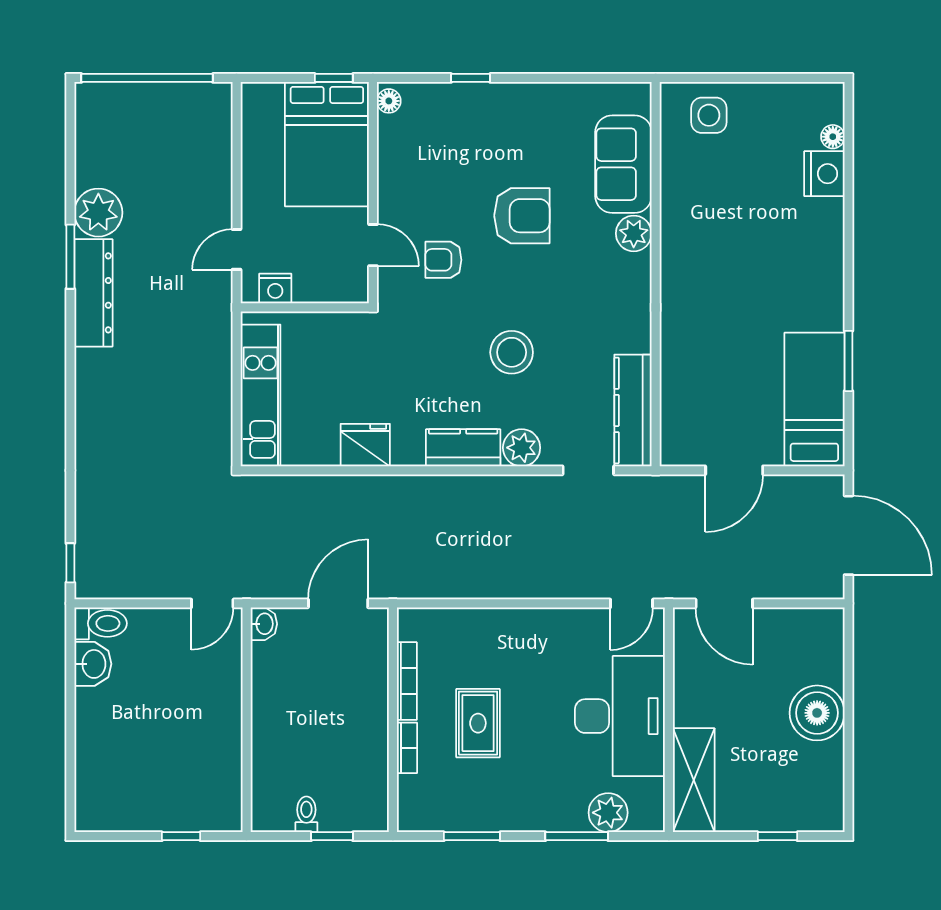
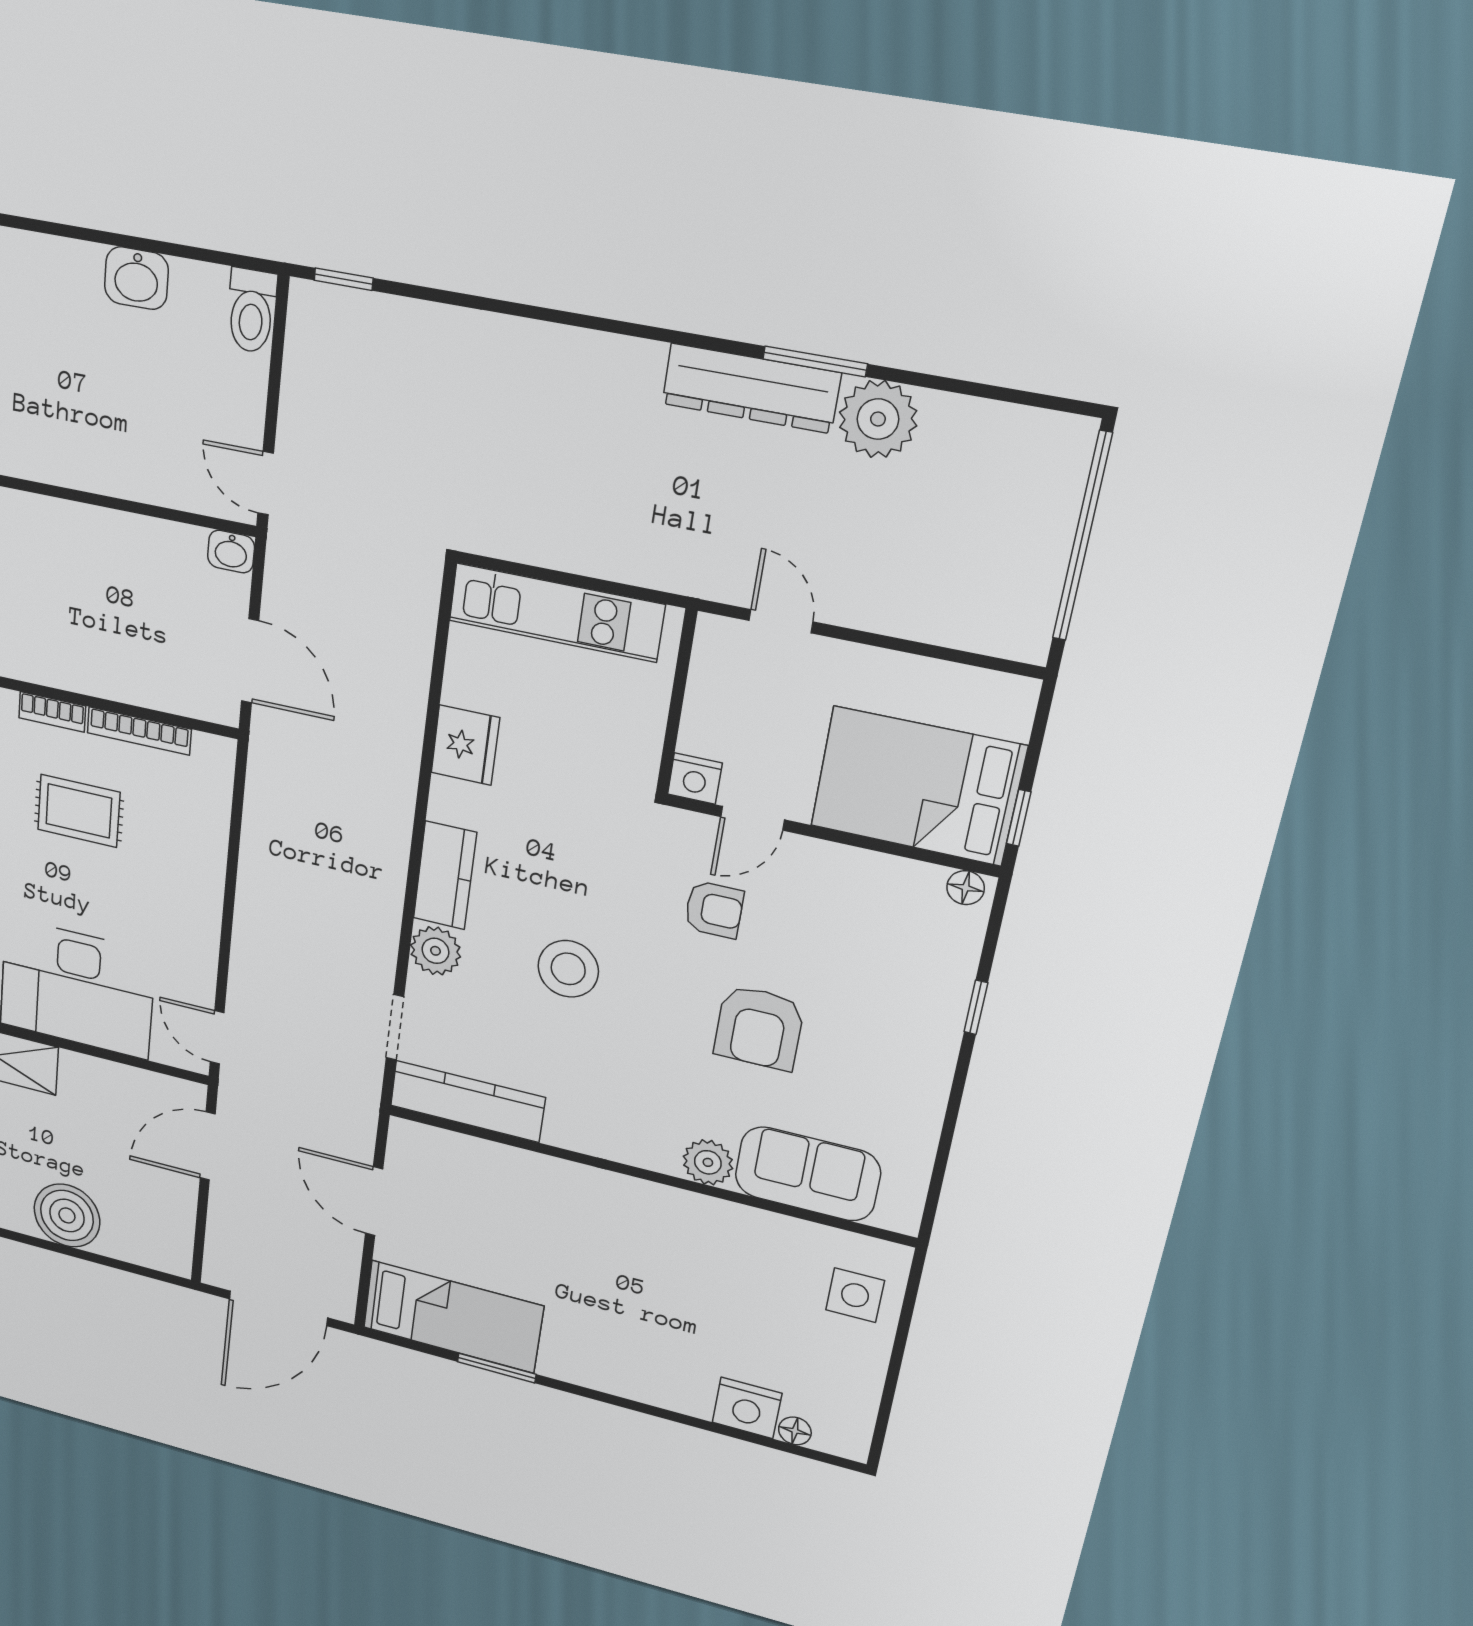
armchair: (443, 260) -> (714, 910), turned 90
nightstand: (275, 289) -> (695, 779), moved, turned -90
washbasin: (93, 664) -> (136, 278), moved

